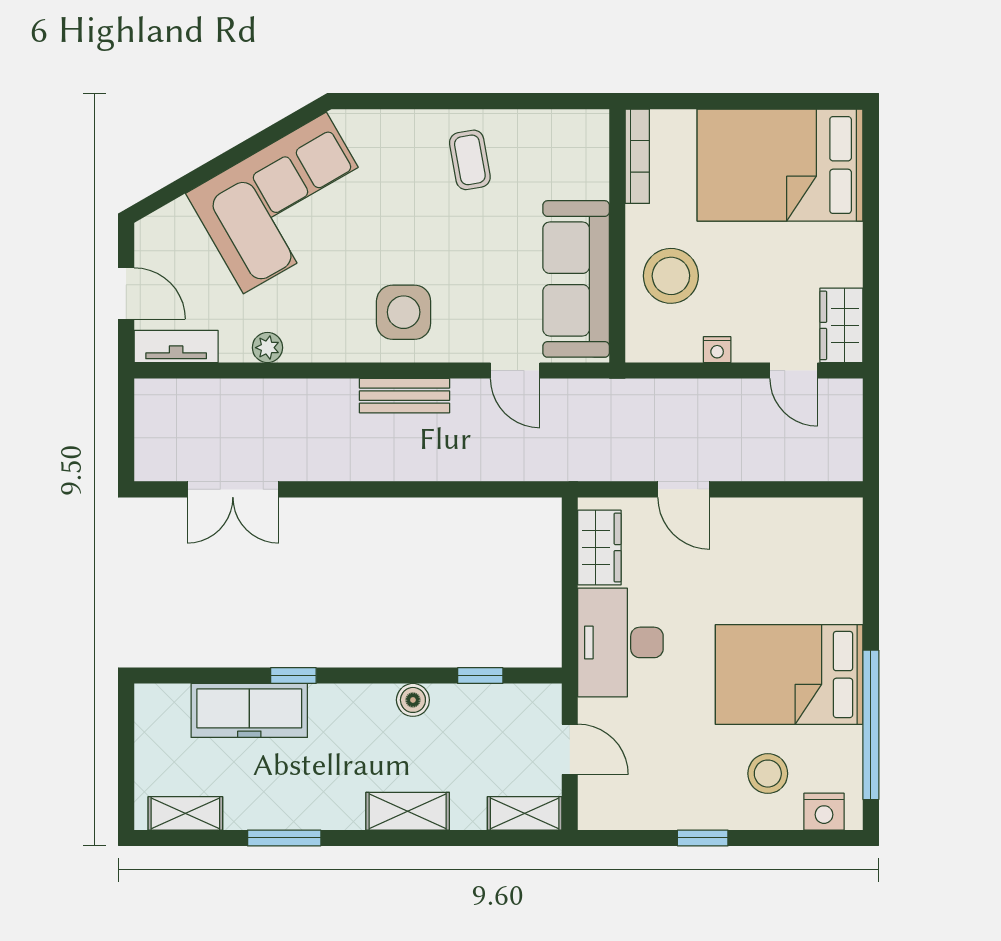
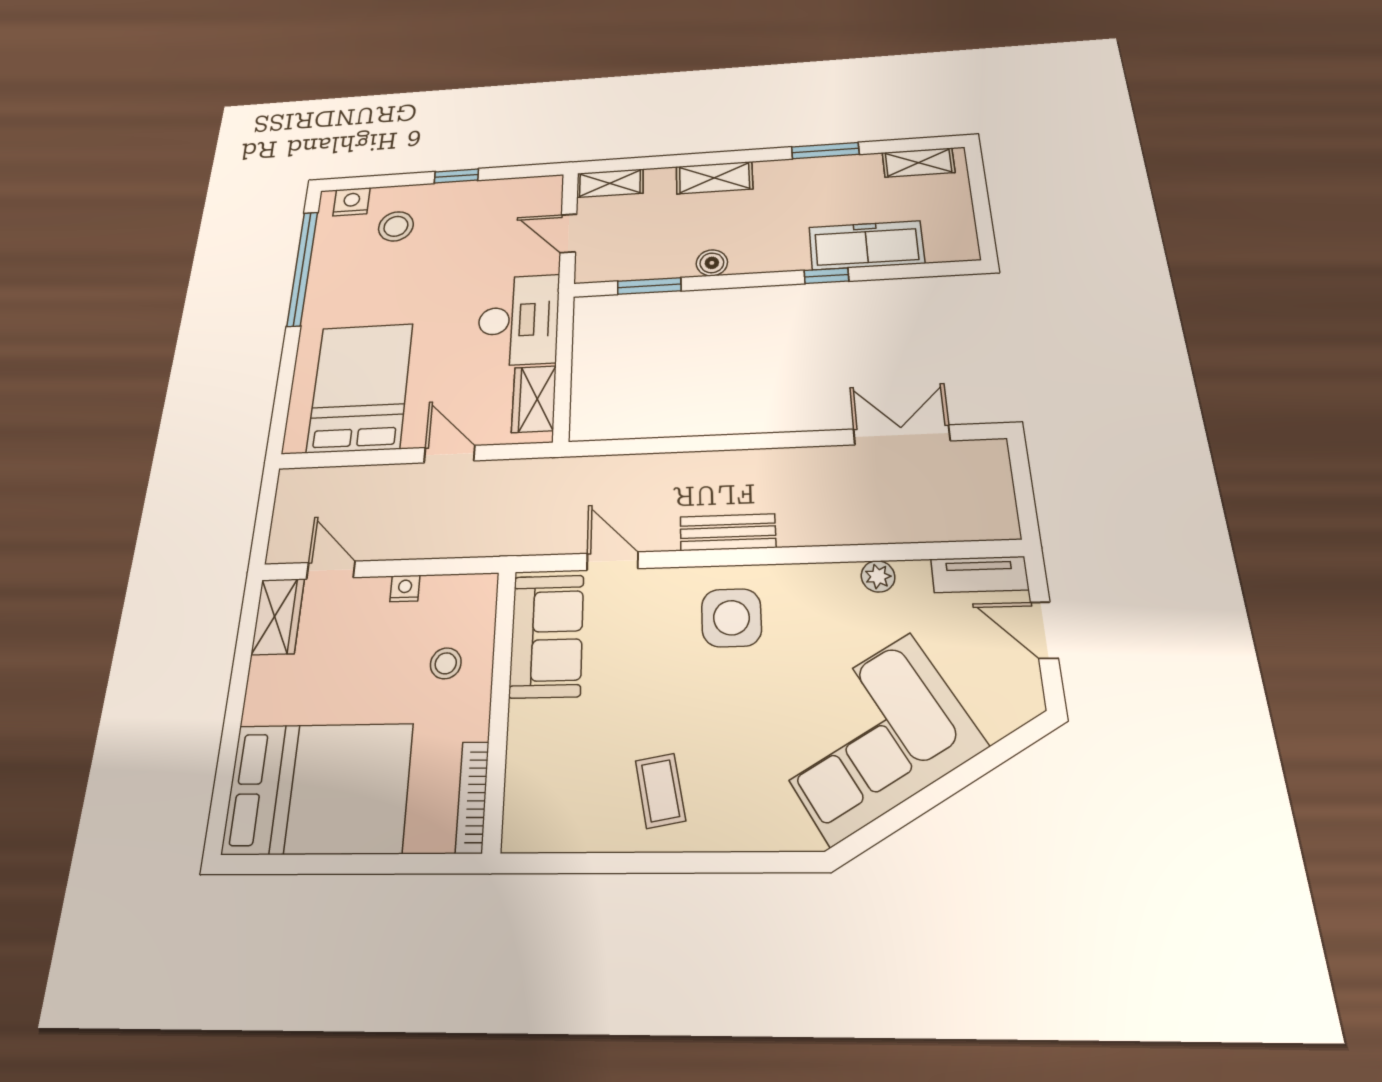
stool: (671, 276) -> (446, 663), width x0.53, depth x0.53
sofa: (576, 279) -> (547, 636), width x0.73
bed: (789, 674) -> (360, 387), moved, turned -90
window: (480, 676) -> (649, 286), width x1.50

